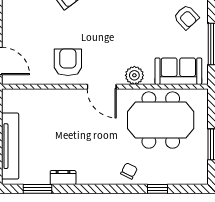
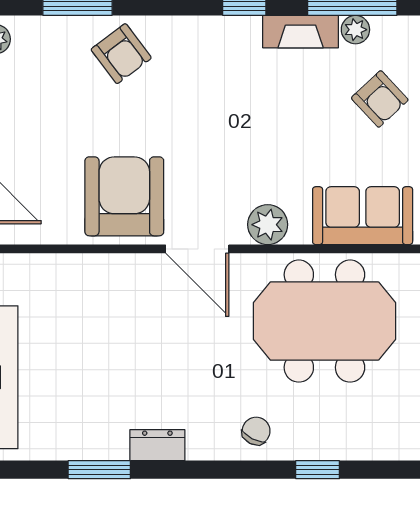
armchair: (68, 62) -> (124, 196), width x1.36, depth x1.36
dresser: (63, 178) -> (157, 445), moved
window: (37, 189) -> (99, 470), moved

